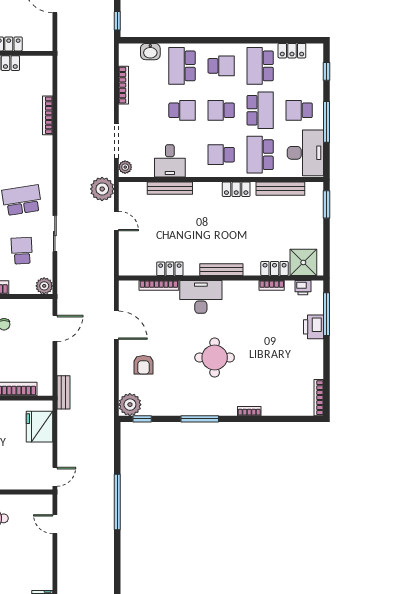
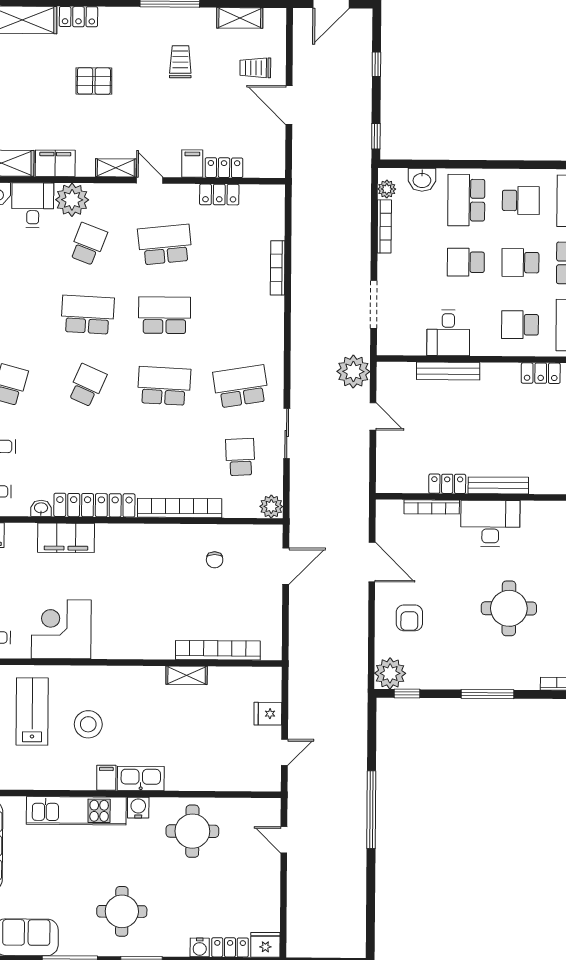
school desk: (182, 110) -> (466, 262), turned 180
plant: (125, 167) -> (387, 189), moved
bench: (221, 270) -> (498, 485), moved
bench: (64, 392) -> (297, 656), removed
fridge: (39, 427) -> (268, 714), width x0.53, depth x0.75
door: (55, 477) -> (284, 752), moved

